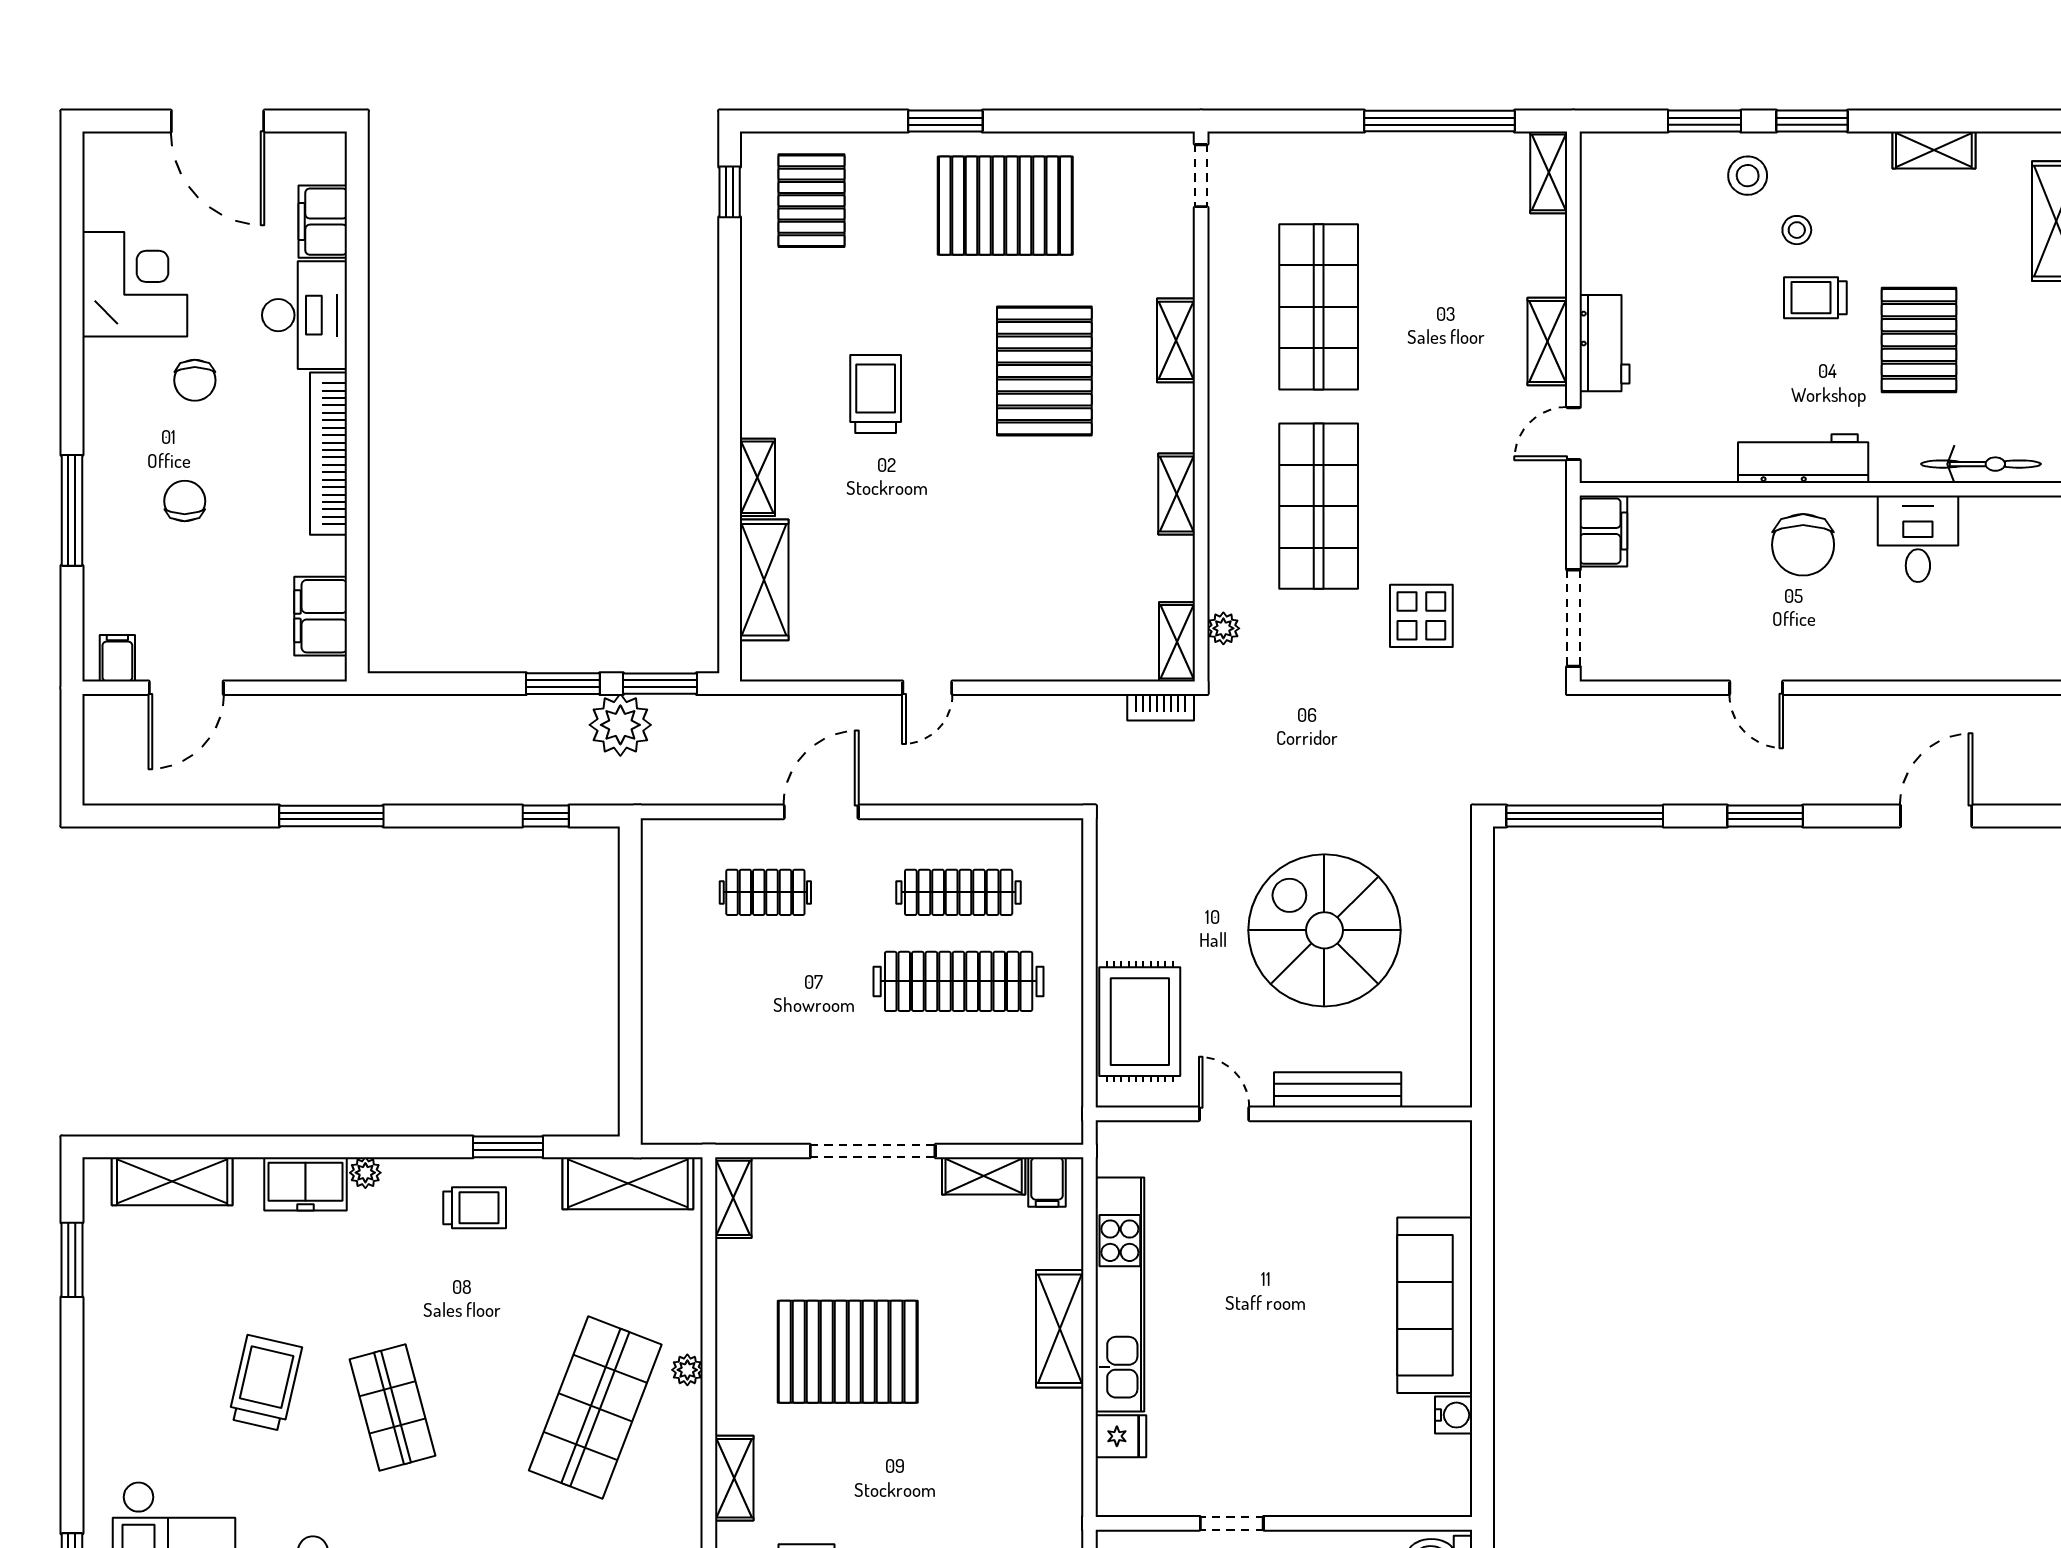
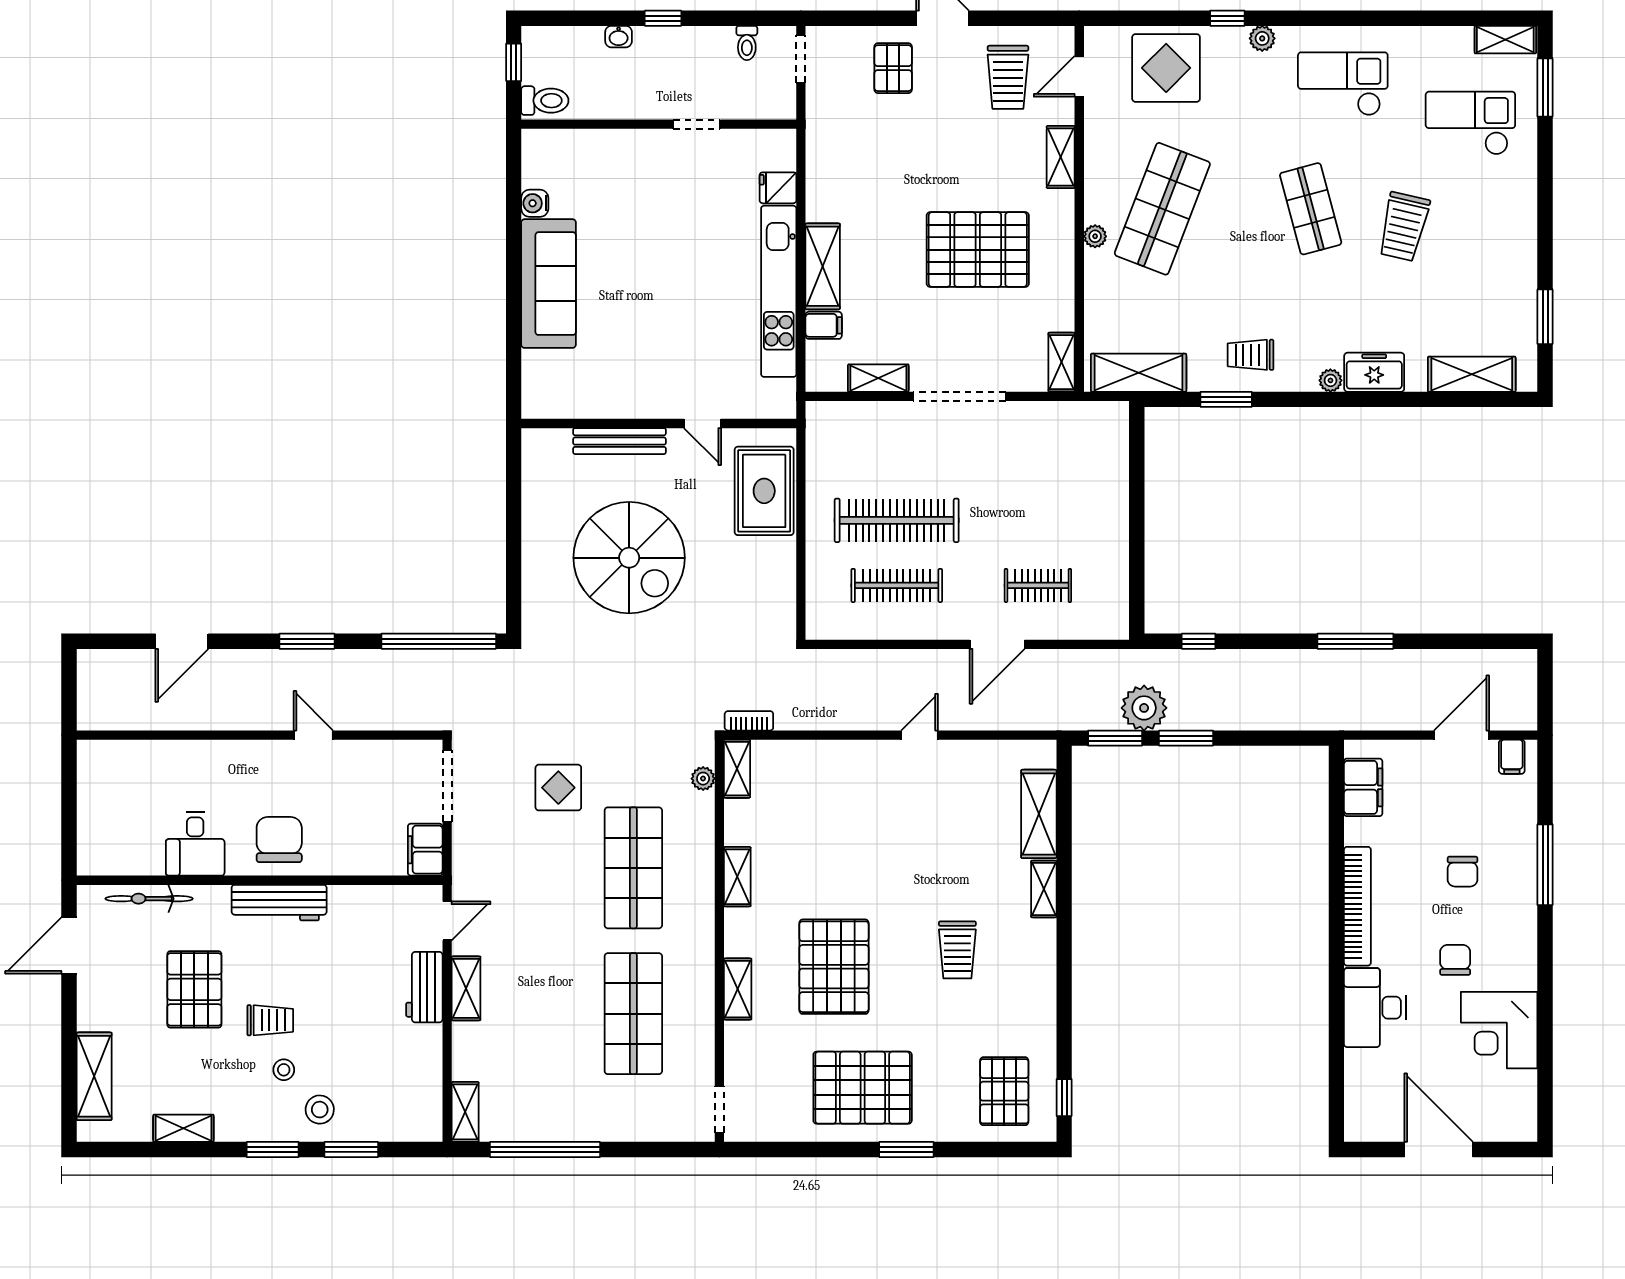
filing cabinet: (323, 222) -> (1362, 1076), removed
filing cabinet: (1047, 1182) -> (824, 325), moved, turned 90

